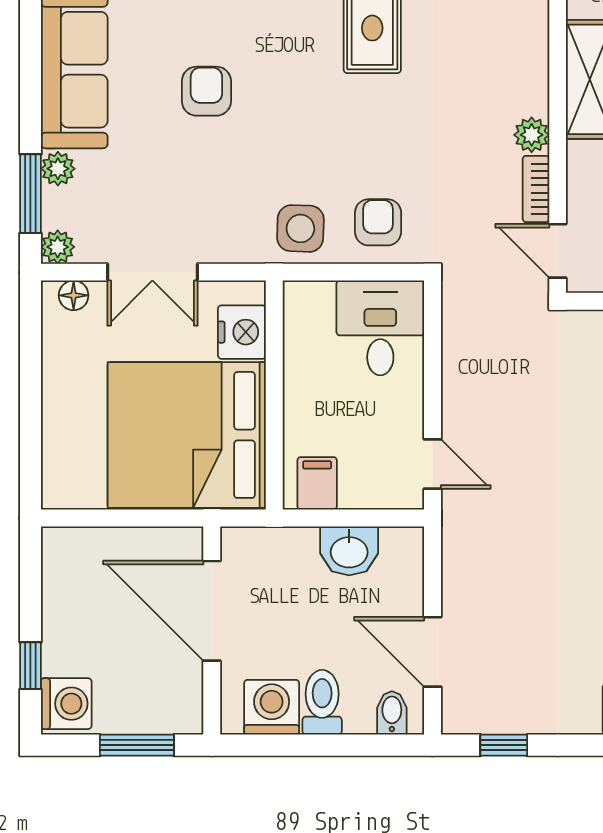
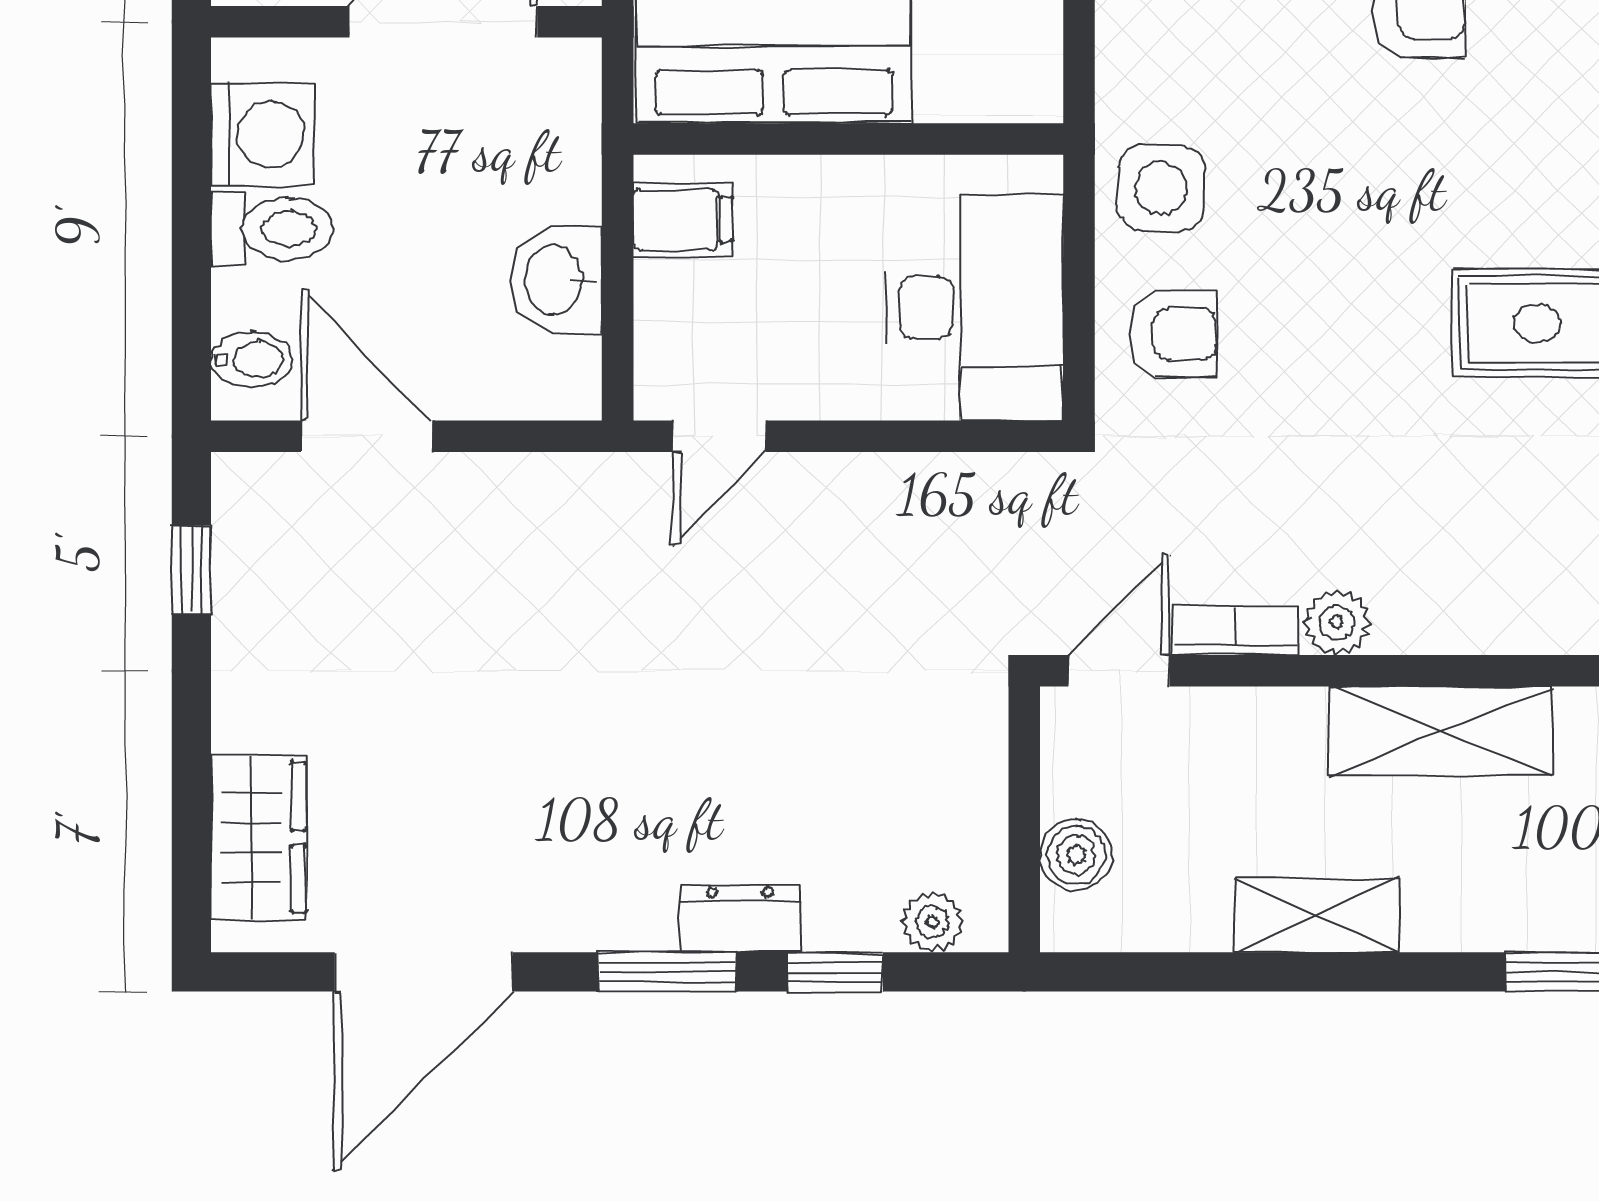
desk: (380, 328) -> (974, 307), width x1.37
nightstand: (242, 332) -> (967, 78), removed
door: (433, 652) -> (367, 436), hinge flipped

